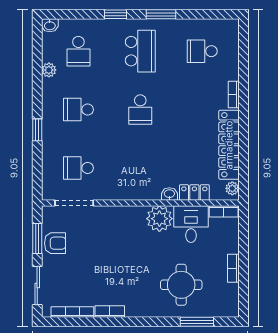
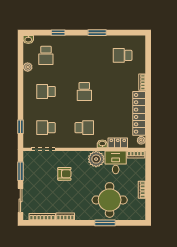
window: (115, 14) -> (58, 33), moved
school desk: (140, 51) -> (84, 128), moved, width x0.54
window: (37, 130) -> (20, 127), moved
armchair: (55, 243) -> (64, 174), moved
round table: (181, 285) -> (110, 200), width x1.36, depth x1.36
window: (197, 322) -> (105, 223), moved

